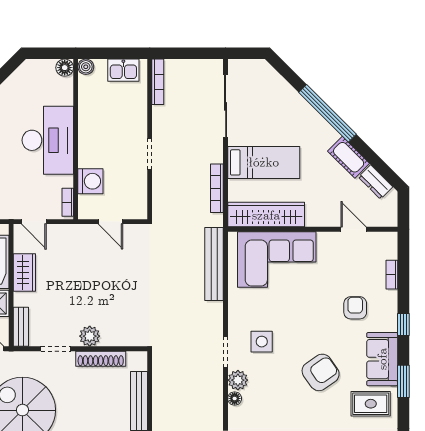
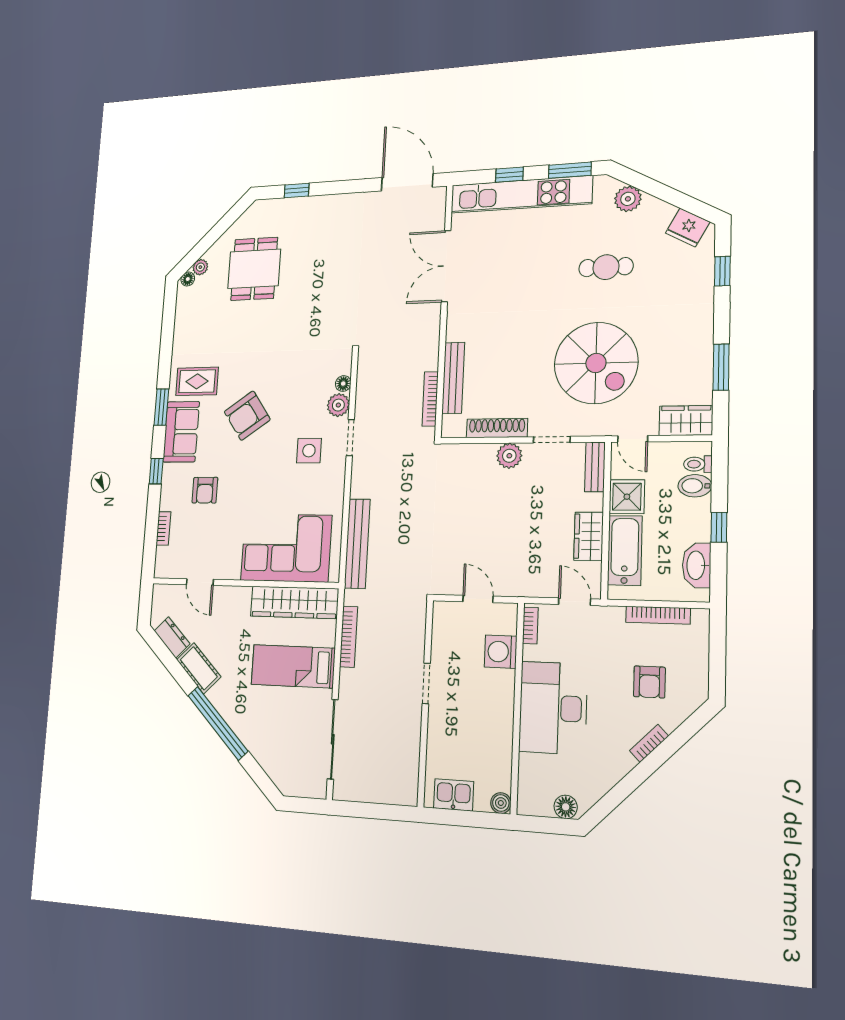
floor lamp: (65, 68) -> (566, 807), moved
bookcase: (158, 82) -> (430, 399), moved

